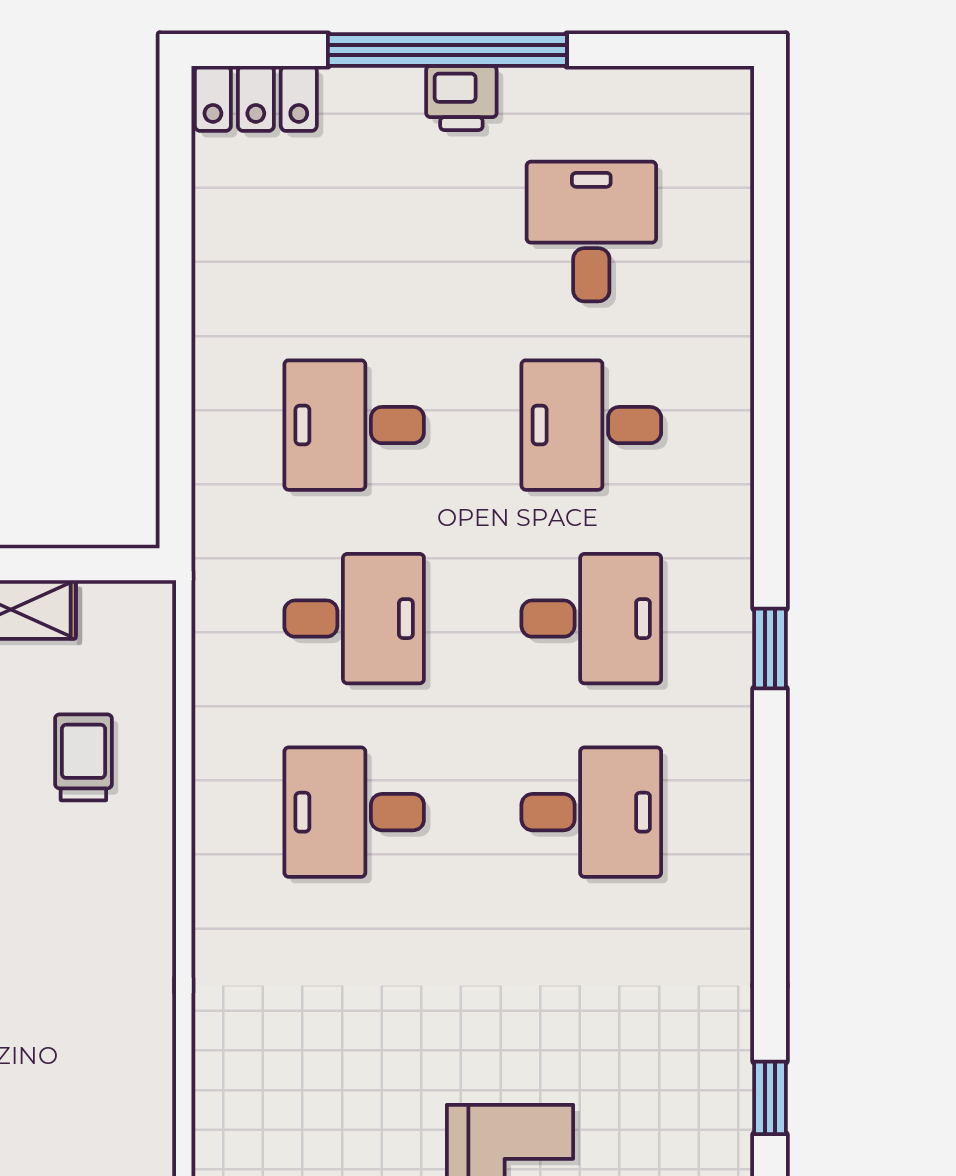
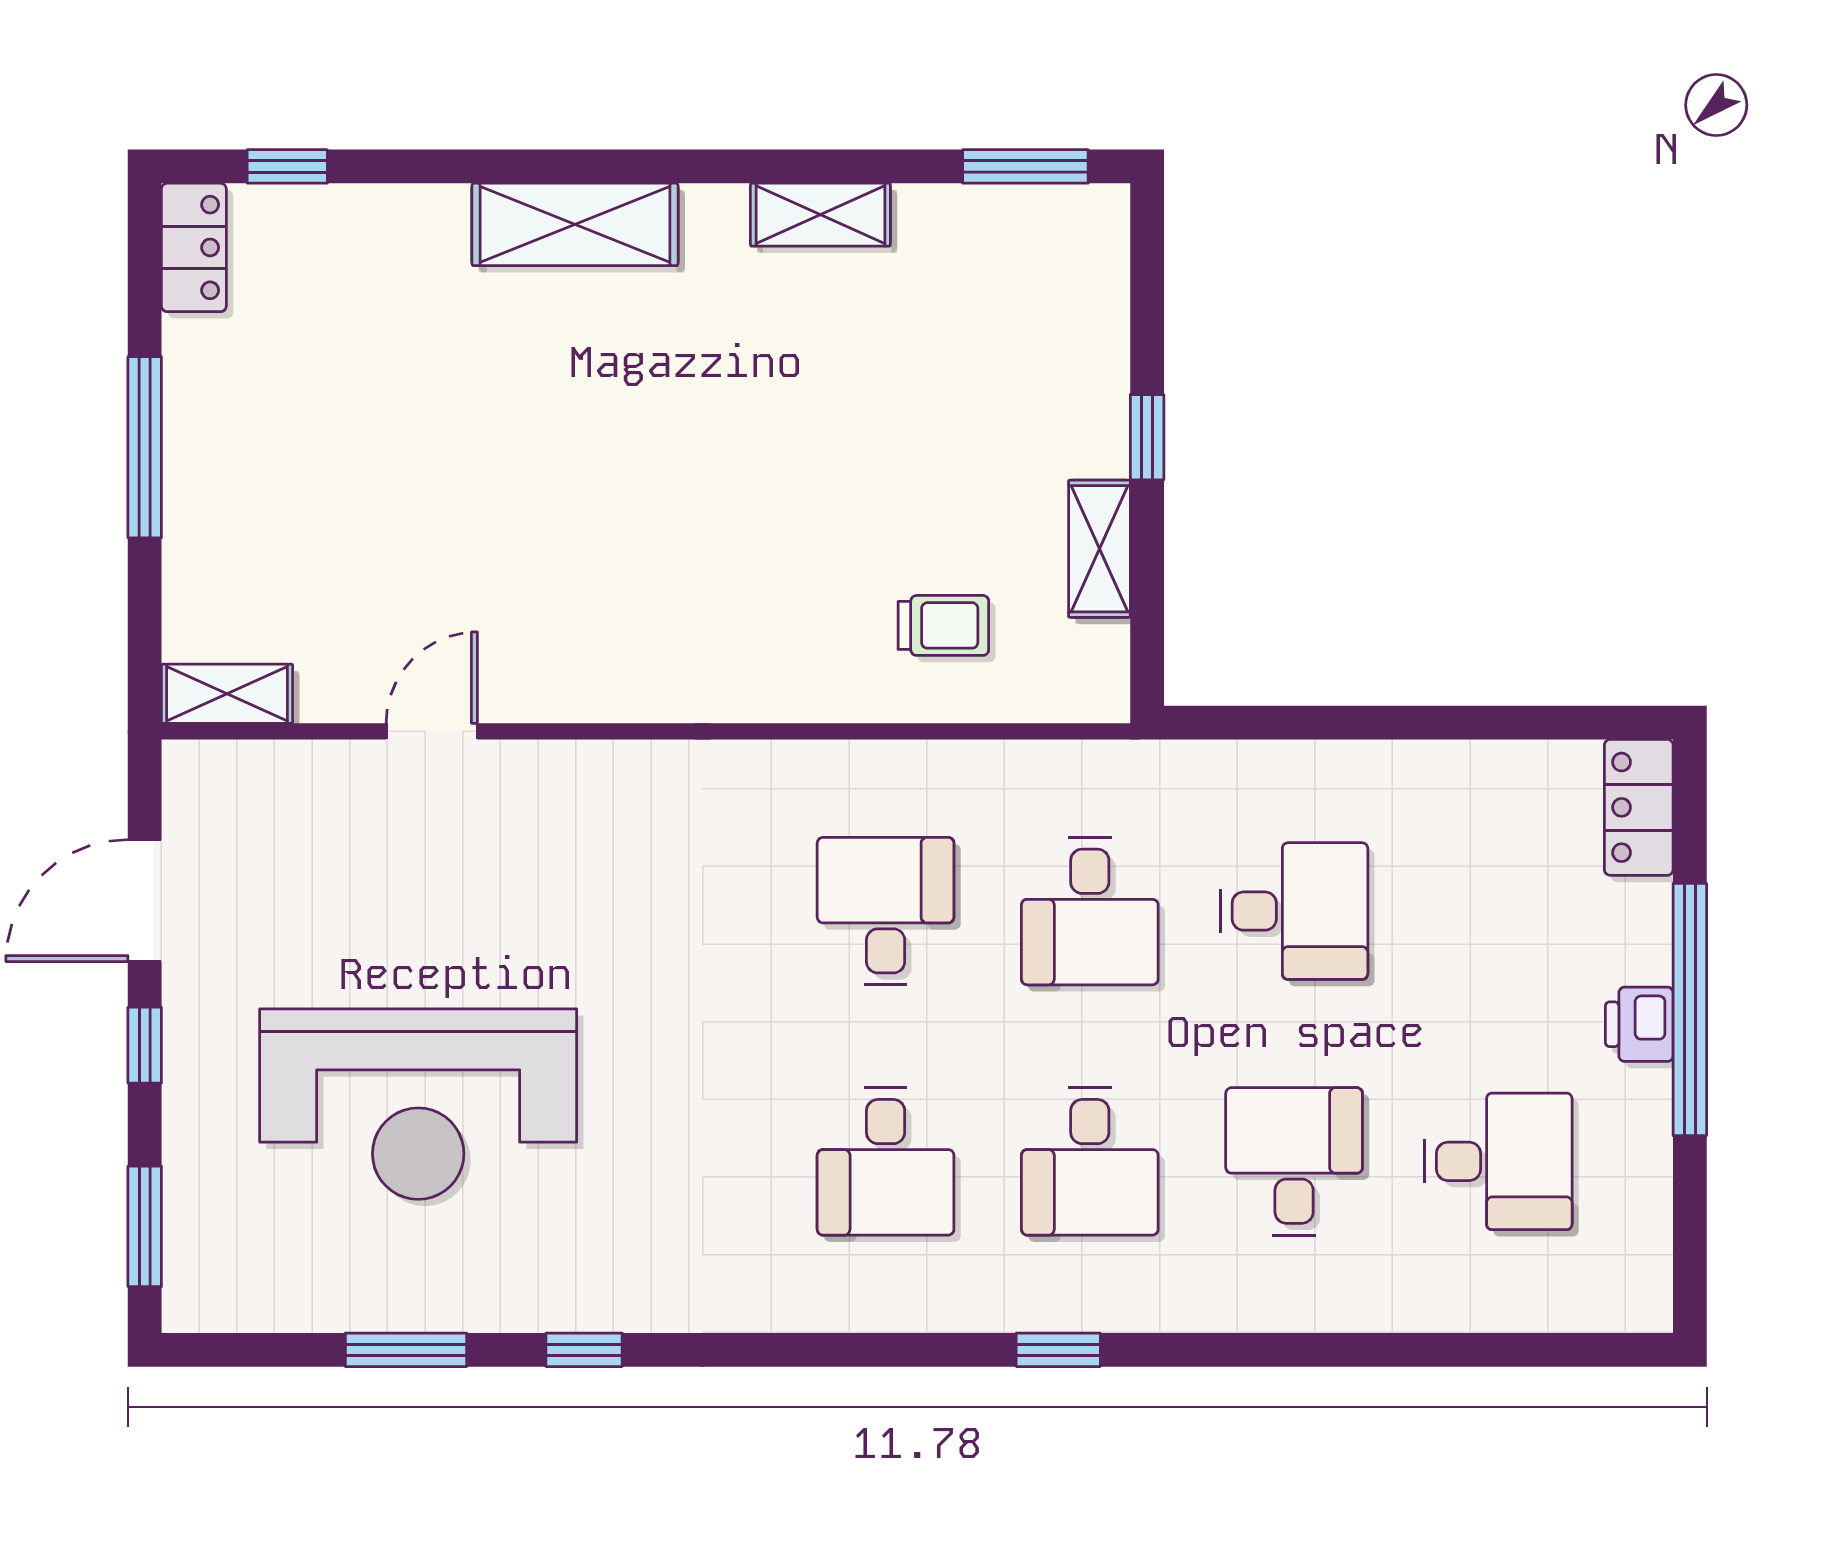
desk: (354, 425) -> (1294, 911), turned 90

